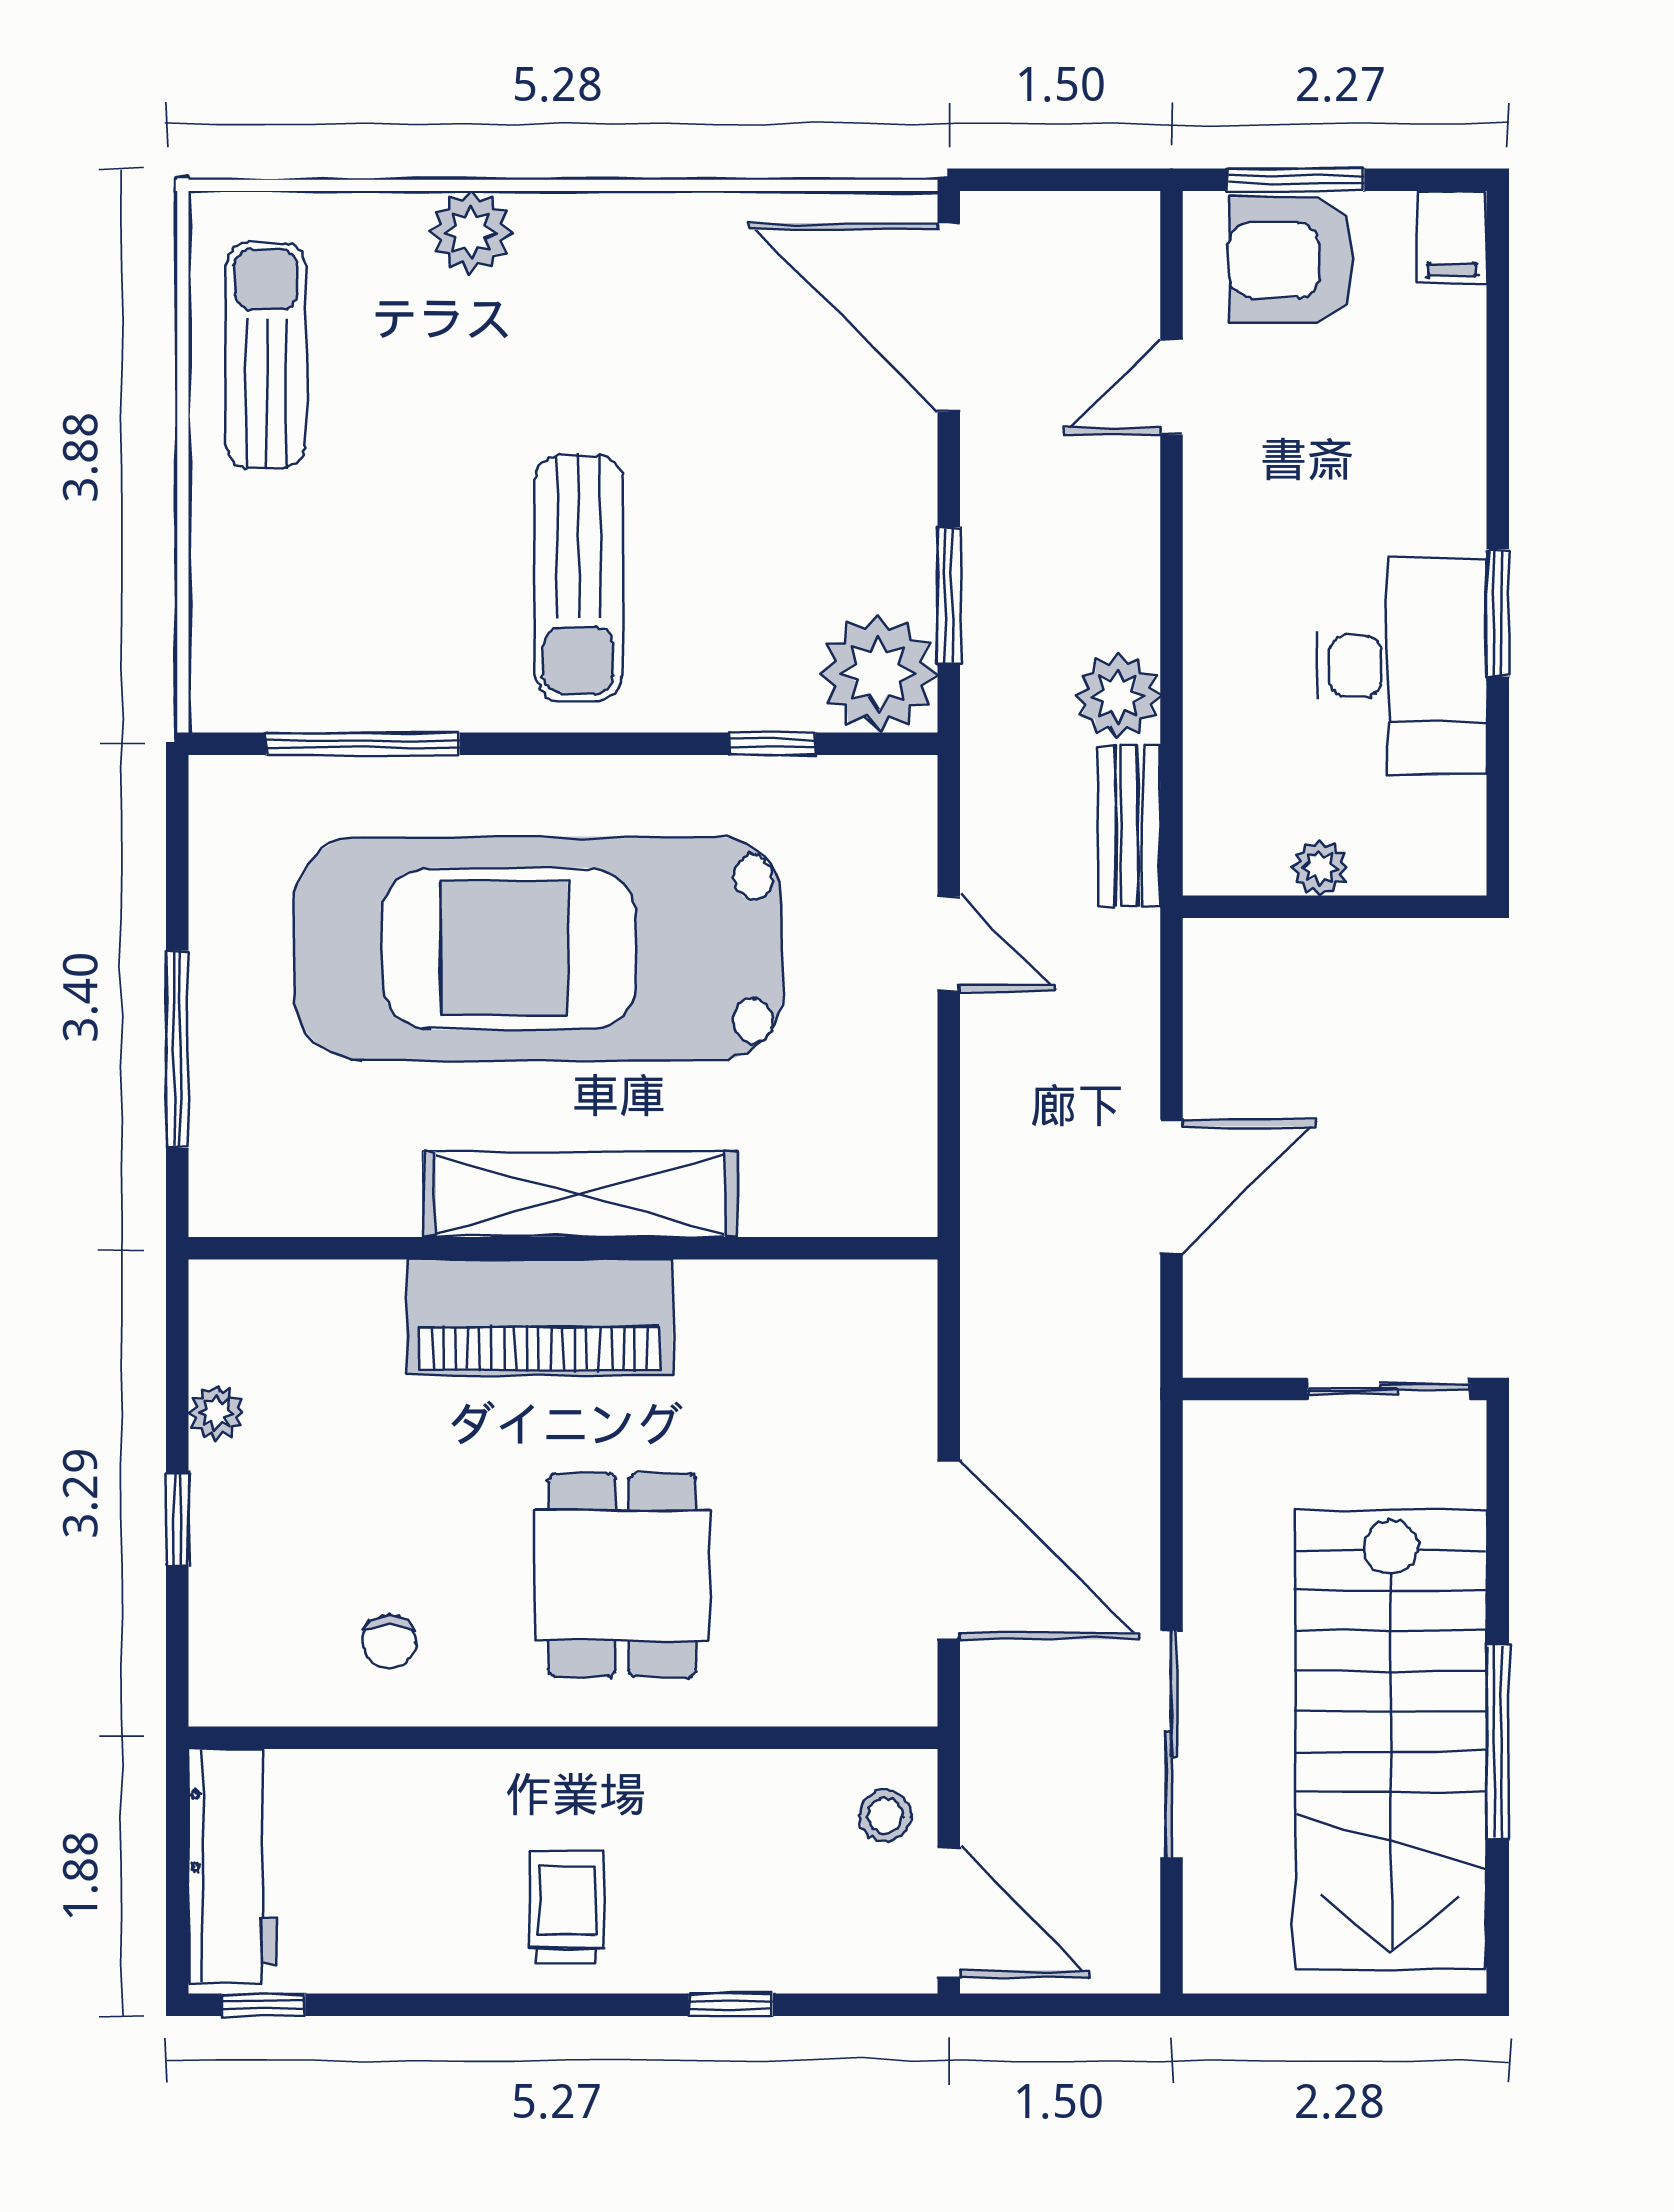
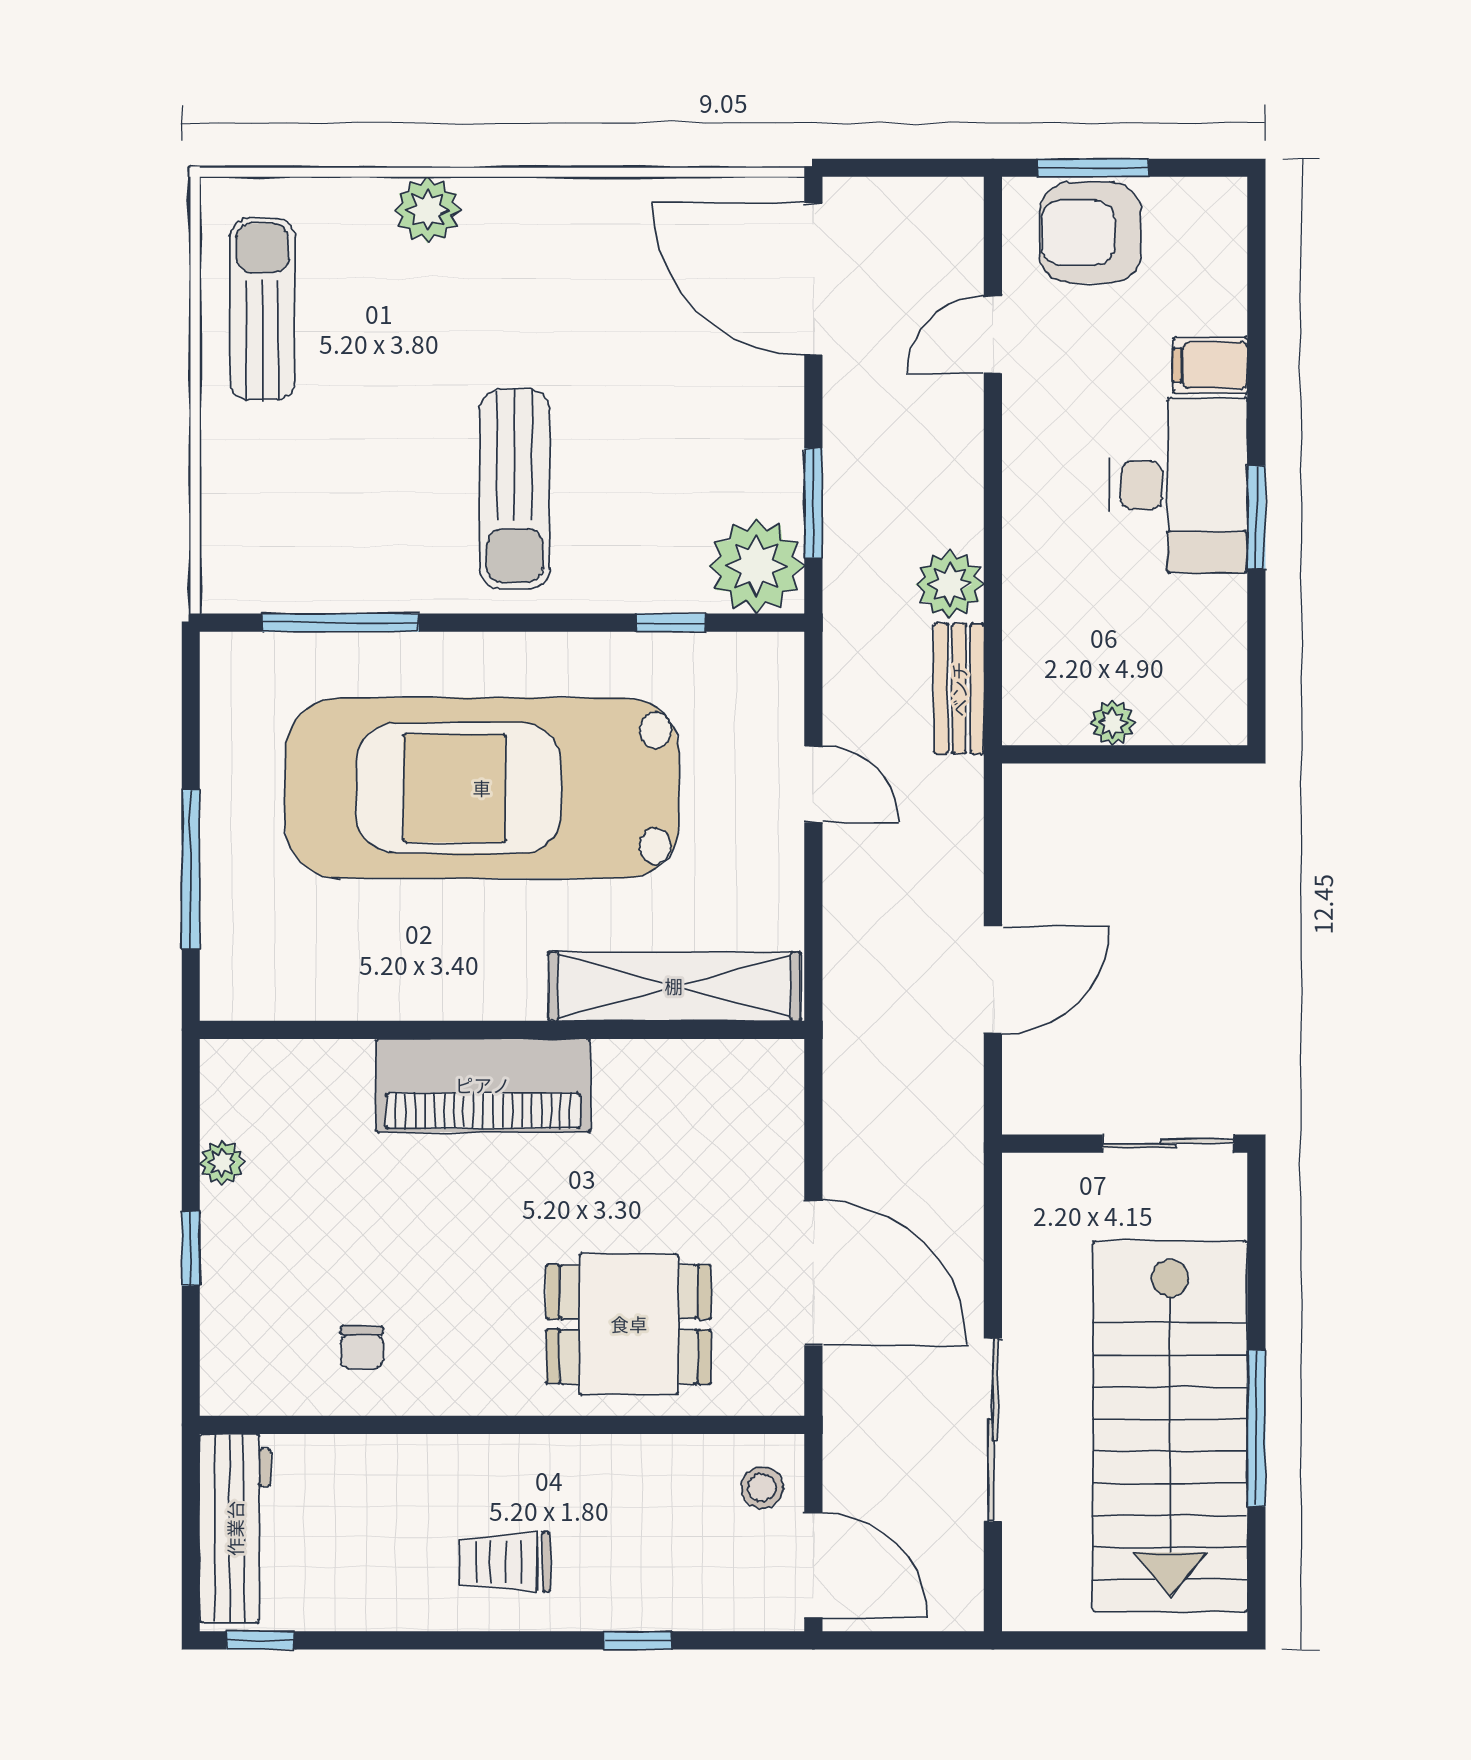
filing cabinet: (1452, 237) -> (1210, 365), moved, turned 90
desk: (1402, 666) -> (1179, 485), moved
shelving: (580, 1194) -> (674, 986), moved
dining table: (622, 1575) -> (629, 1324), moved, turned 90
trolley: (567, 1908) -> (505, 1562), turned -90

